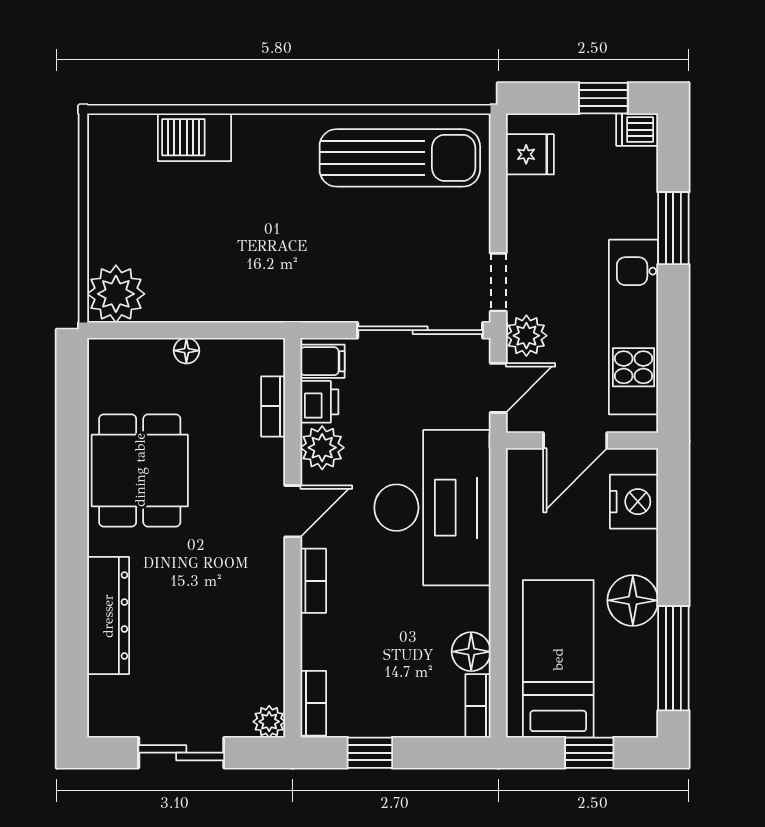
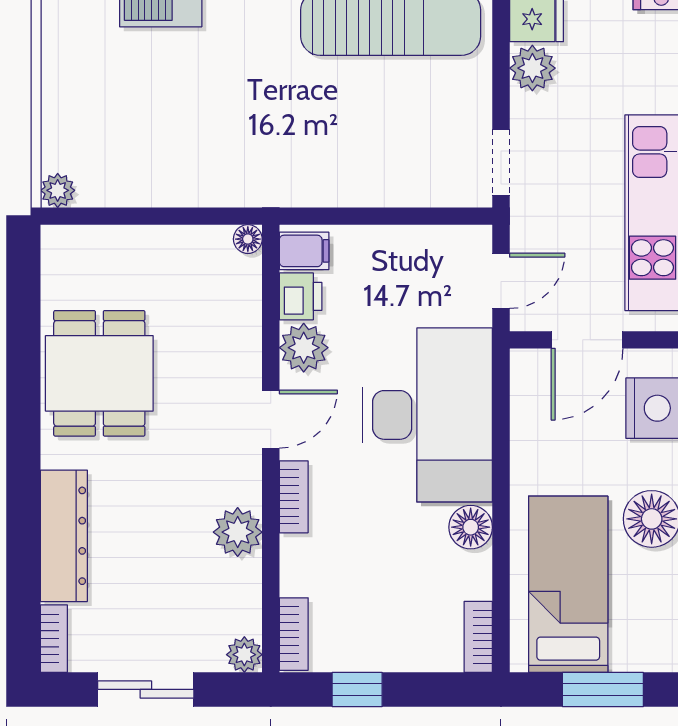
plant: (116, 294) -> (58, 190), width x0.53, depth x0.53
sliding door: (420, 330) -> (413, 216), removed
plant: (526, 336) -> (532, 68), moved
floor lamp: (186, 351) -> (248, 239), moved
bookcase: (273, 406) -> (54, 639), moved, turned 180
plant: (263, 612) -> (238, 532), added
floor lamp: (471, 652) -> (471, 527), moved
window: (589, 753) -> (603, 689), width x1.50

